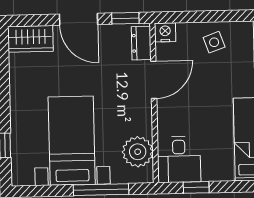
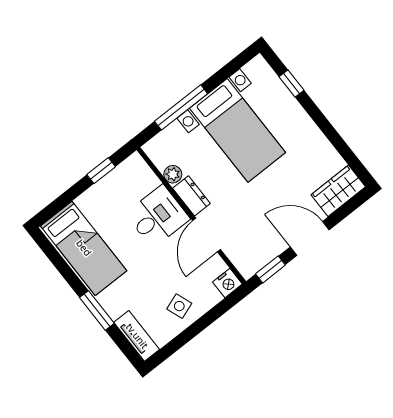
dresser: (141, 43) -> (191, 196), moved
plant: (138, 152) -> (173, 174), width x0.53, depth x0.53
desk: (179, 159) -> (158, 216), moved, turned 90

